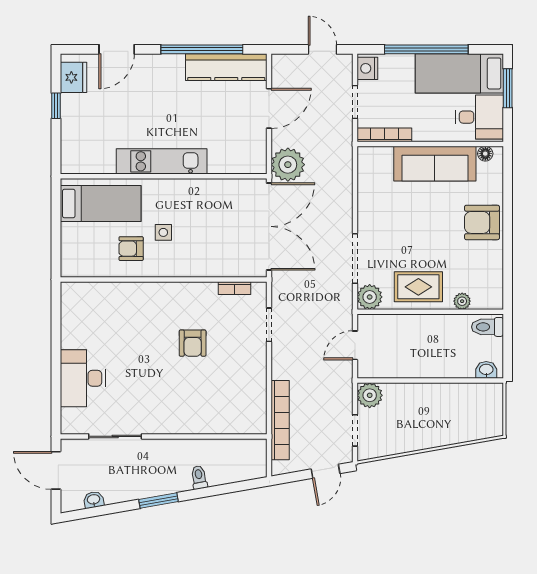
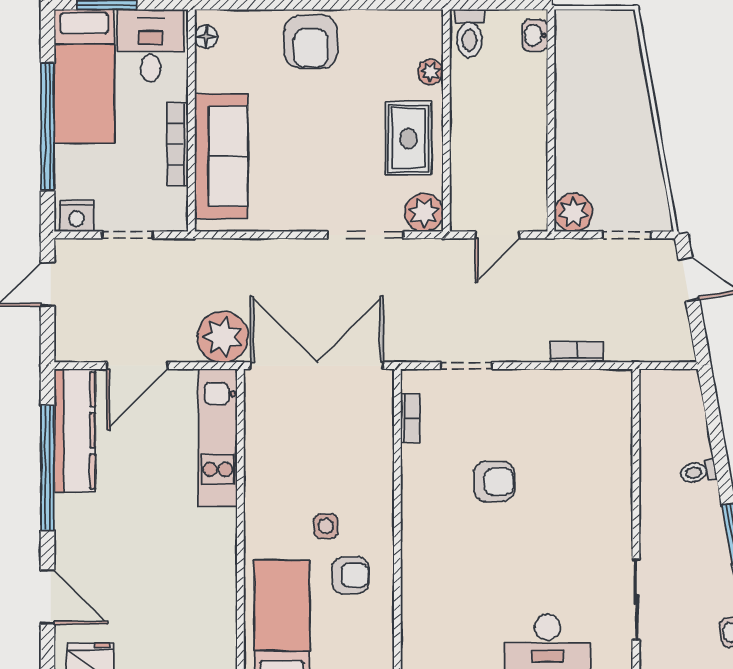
door: (269, 108) -> (137, 366), swing flipped
bookcase: (384, 135) -> (177, 144), moved
kitchen unit: (162, 161) -> (218, 438), moved
sofa: (435, 164) -> (221, 156), moved
armchair: (131, 249) -> (350, 575), turned -90
door: (355, 345) -> (497, 235), hinge flipped
bookcase: (280, 420) -> (577, 352), width x0.43, depth x0.76

